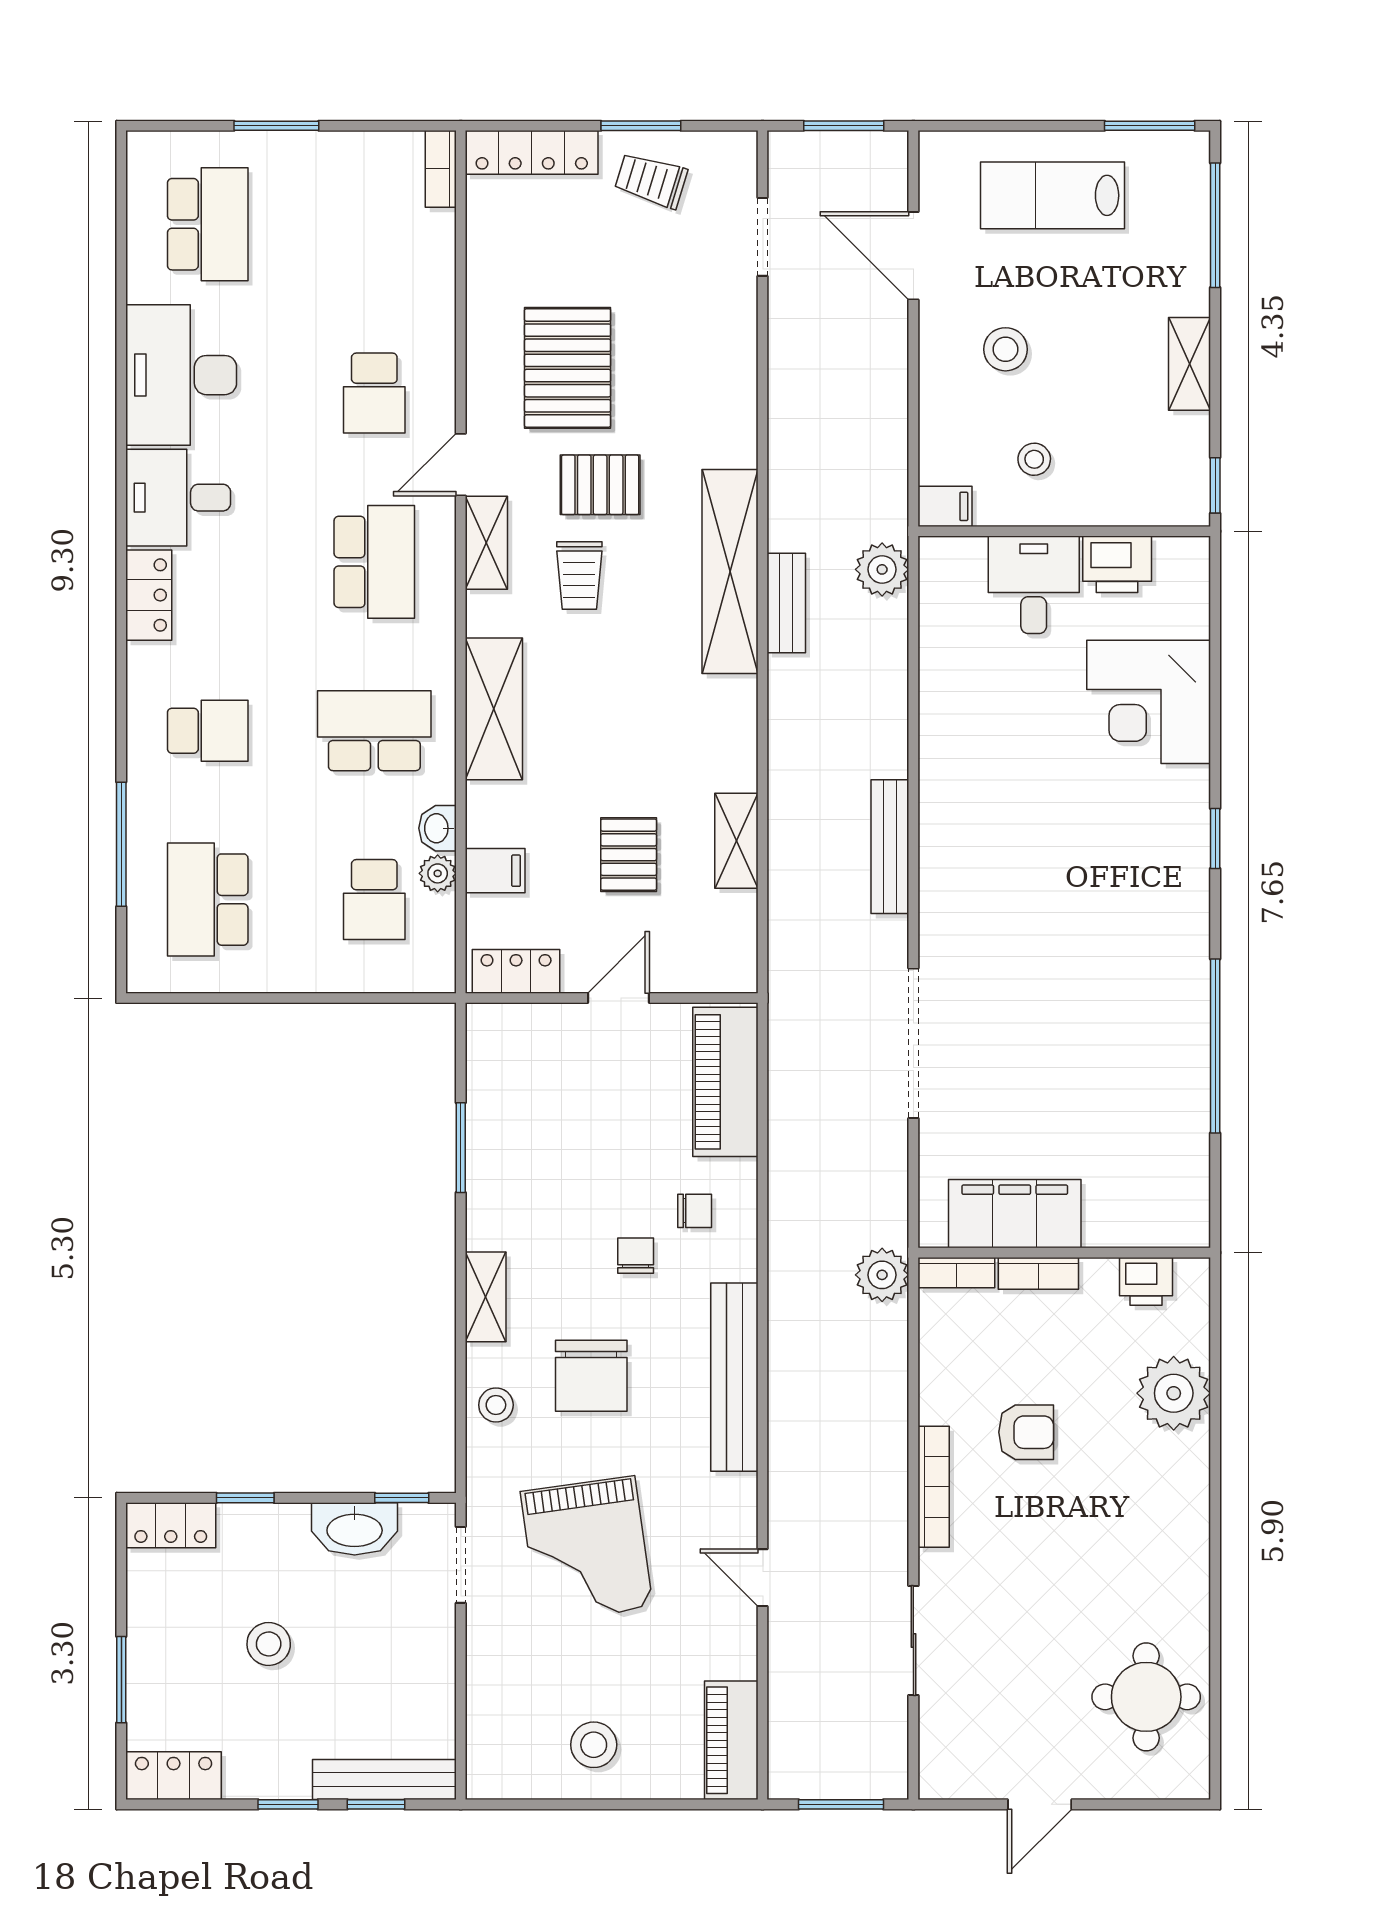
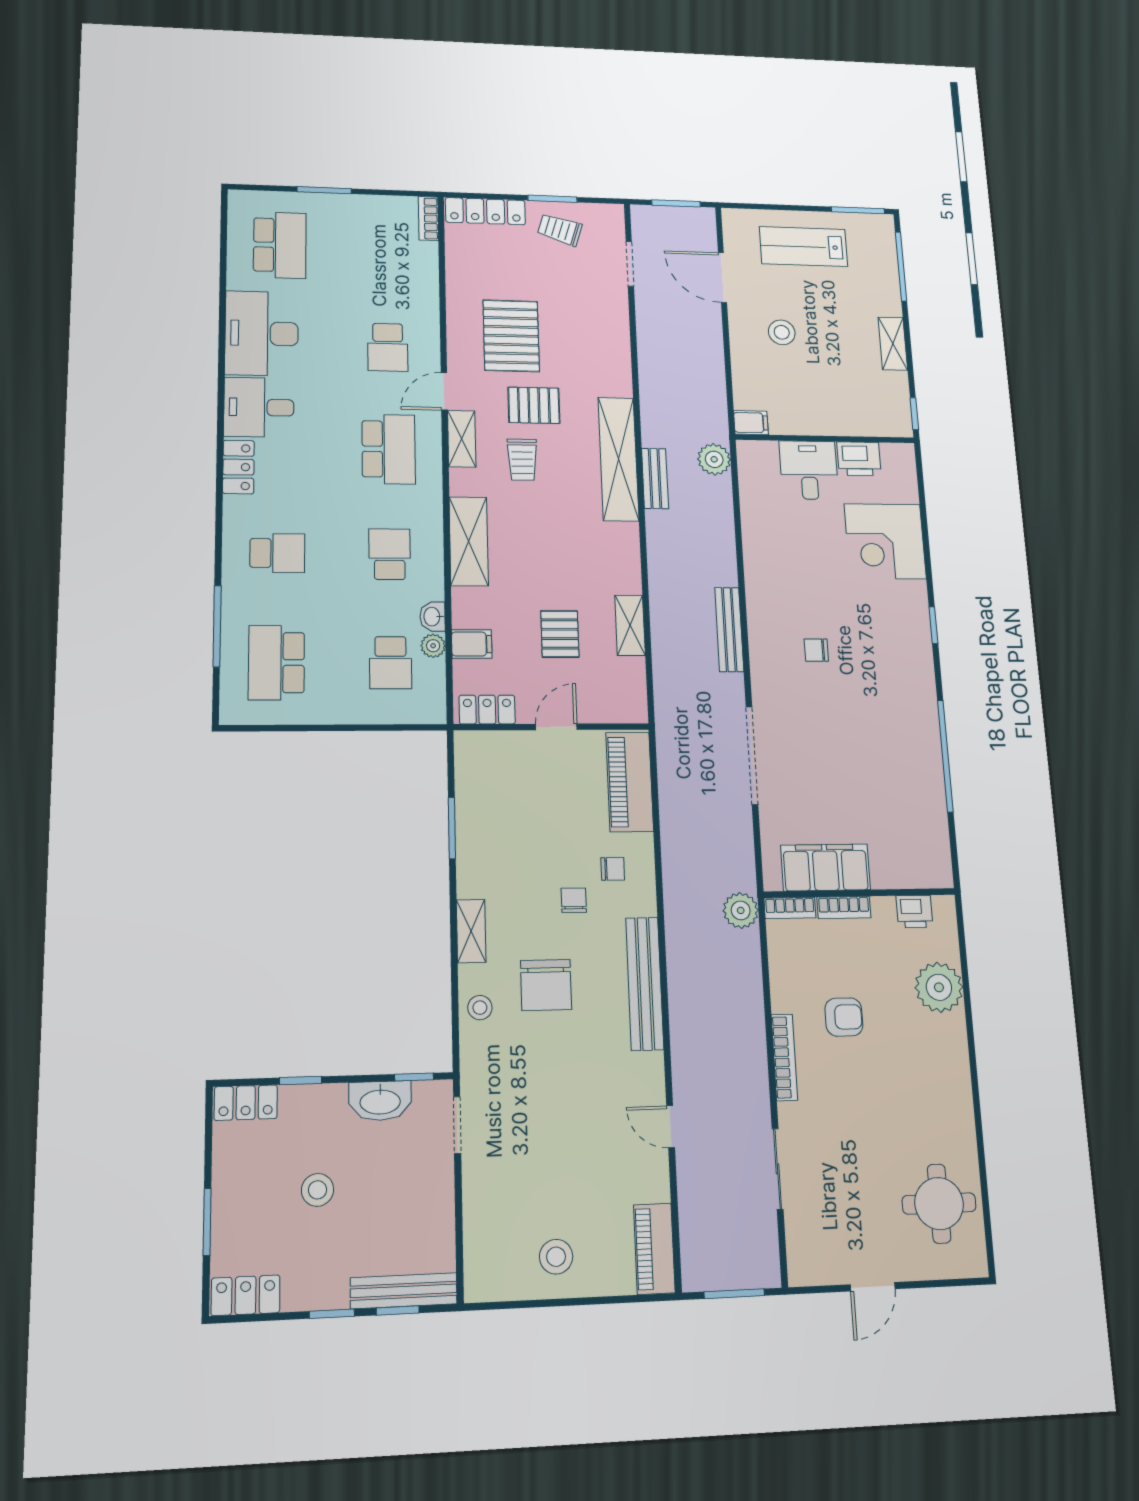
stool: (1034, 459) -> (804, 396), removed
school desk: (374, 731) -> (390, 554), width x0.54
chair: (1025, 879) -> (816, 650), added
grand piano: (587, 1550) -> (547, 1111), removed

